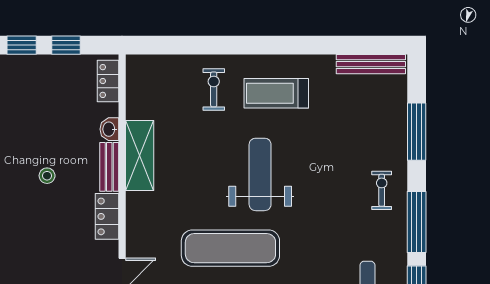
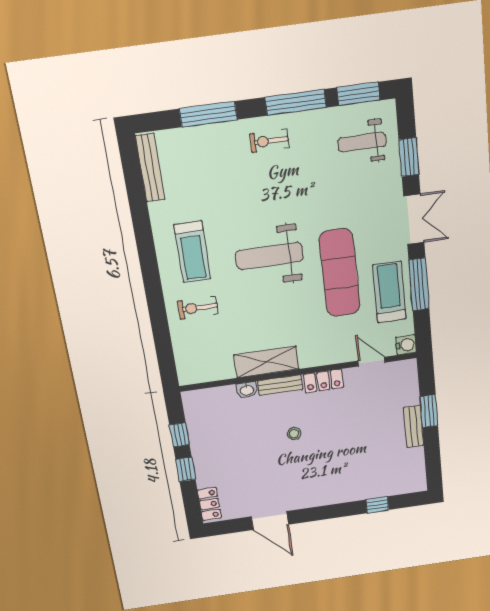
locker: (108, 81) -> (205, 397), removed

